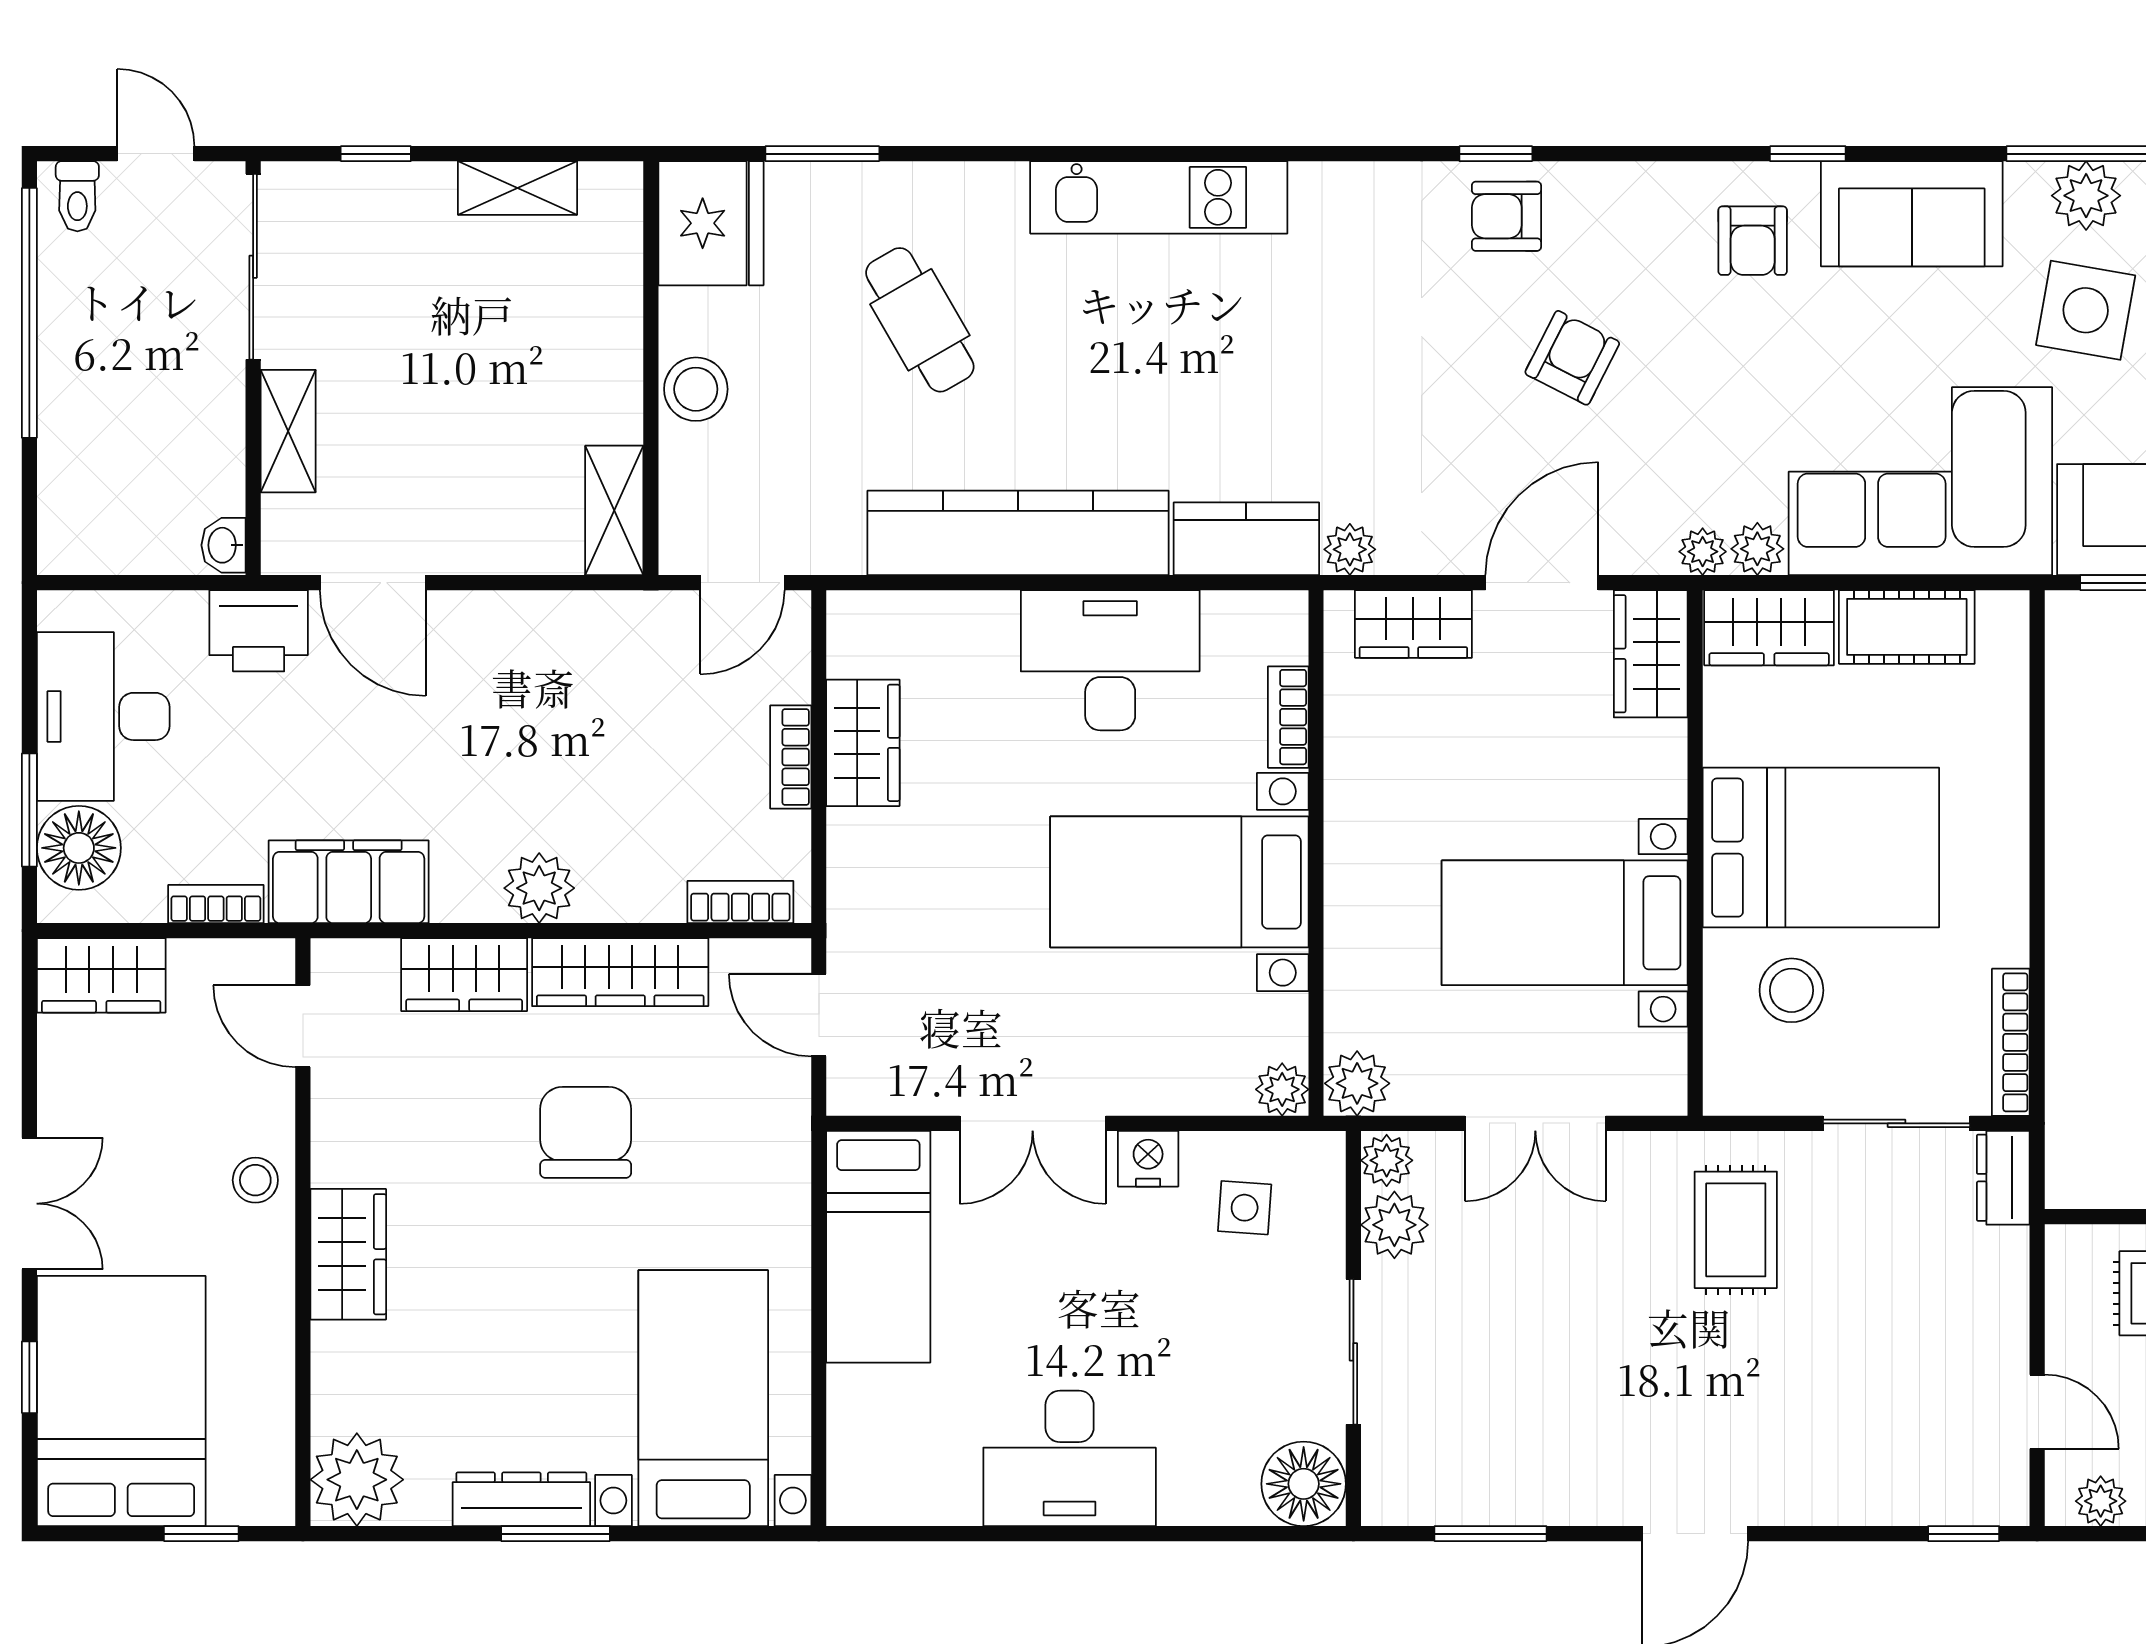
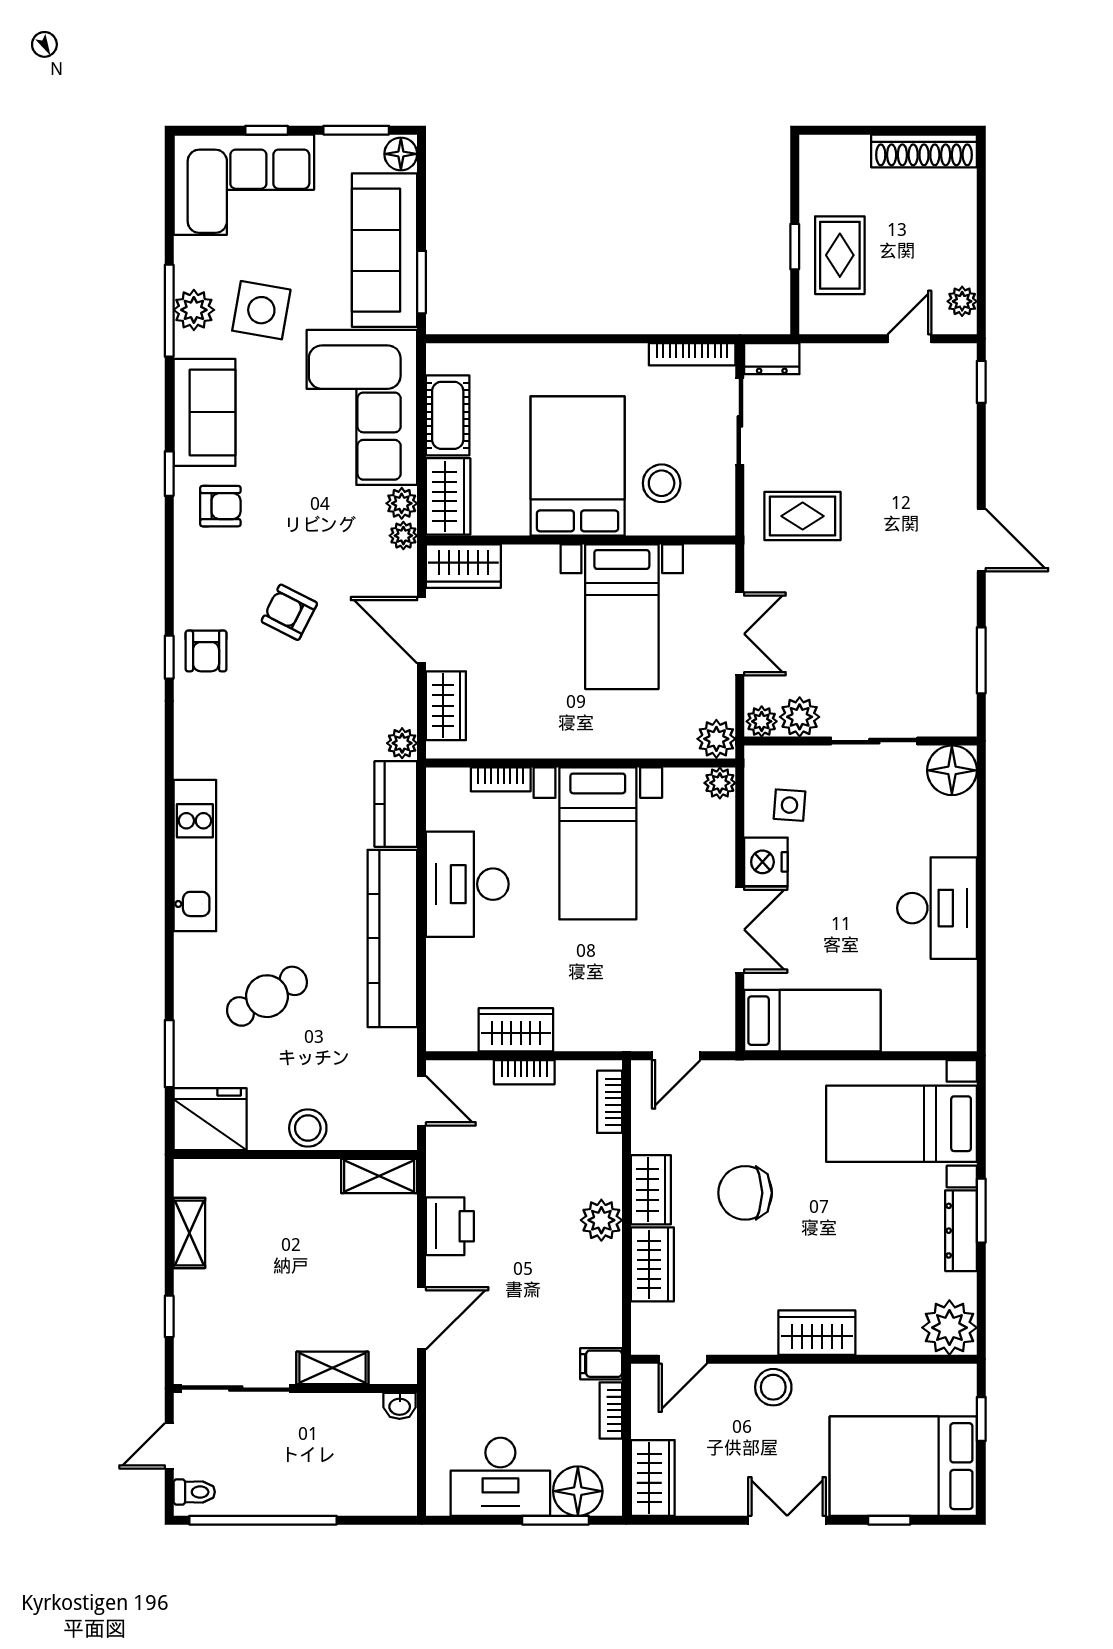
printer: (259, 631) -> (450, 1226), moved
filing cabinet: (349, 882) -> (601, 1364), width x0.33, depth x0.86
wardrobe: (620, 972) -> (651, 1190), width x0.67
nightstand: (1148, 1159) -> (766, 862), width x1.36, depth x1.33
stool: (255, 1180) -> (773, 1387), width x1.37, depth x1.37

